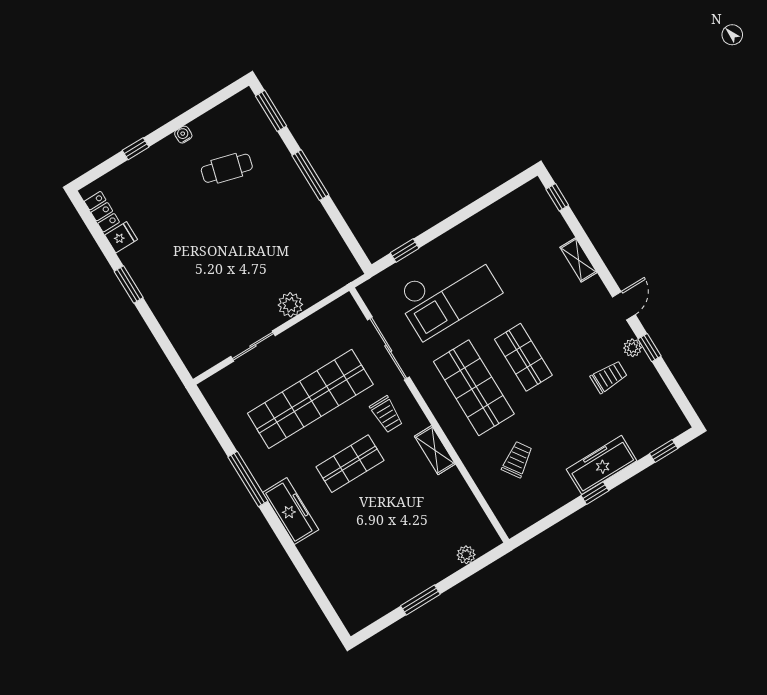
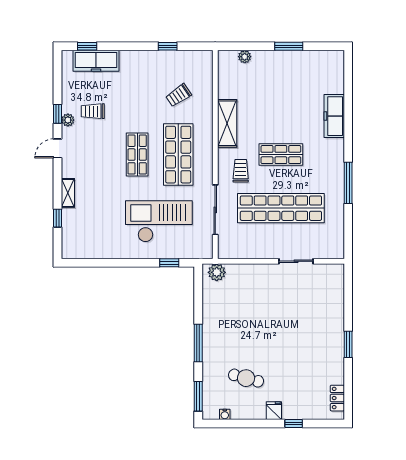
water cooler: (183, 135) -> (225, 414), moved
window: (557, 197) -> (58, 218), moved
fridge: (121, 237) -> (274, 411), moved, turned 90
plant: (290, 305) -> (217, 272), moved
shelving: (435, 450) -> (227, 123), width x1.50, depth x1.33
freezer: (602, 465) -> (96, 61), moved
window: (595, 493) -> (168, 46), moved
freezer: (291, 511) -> (334, 116), moved

